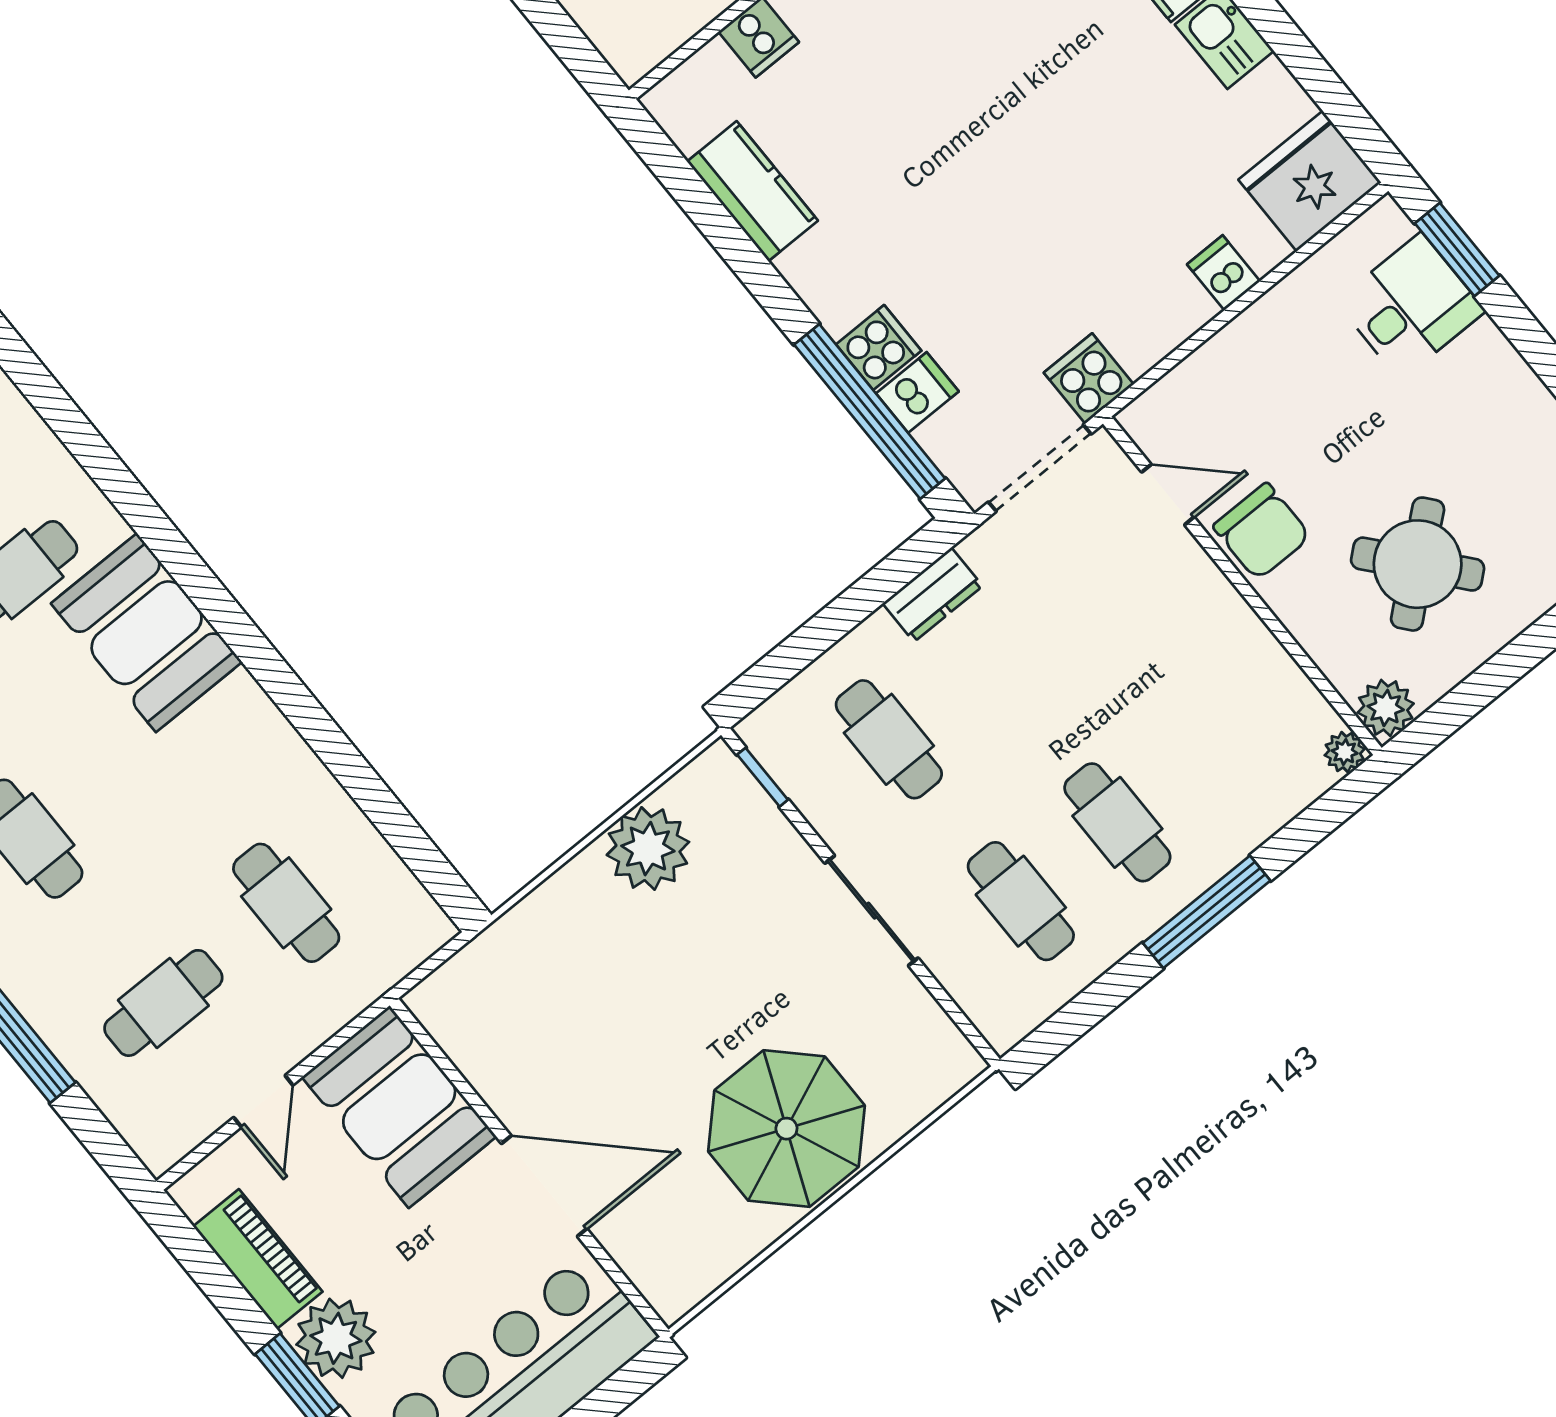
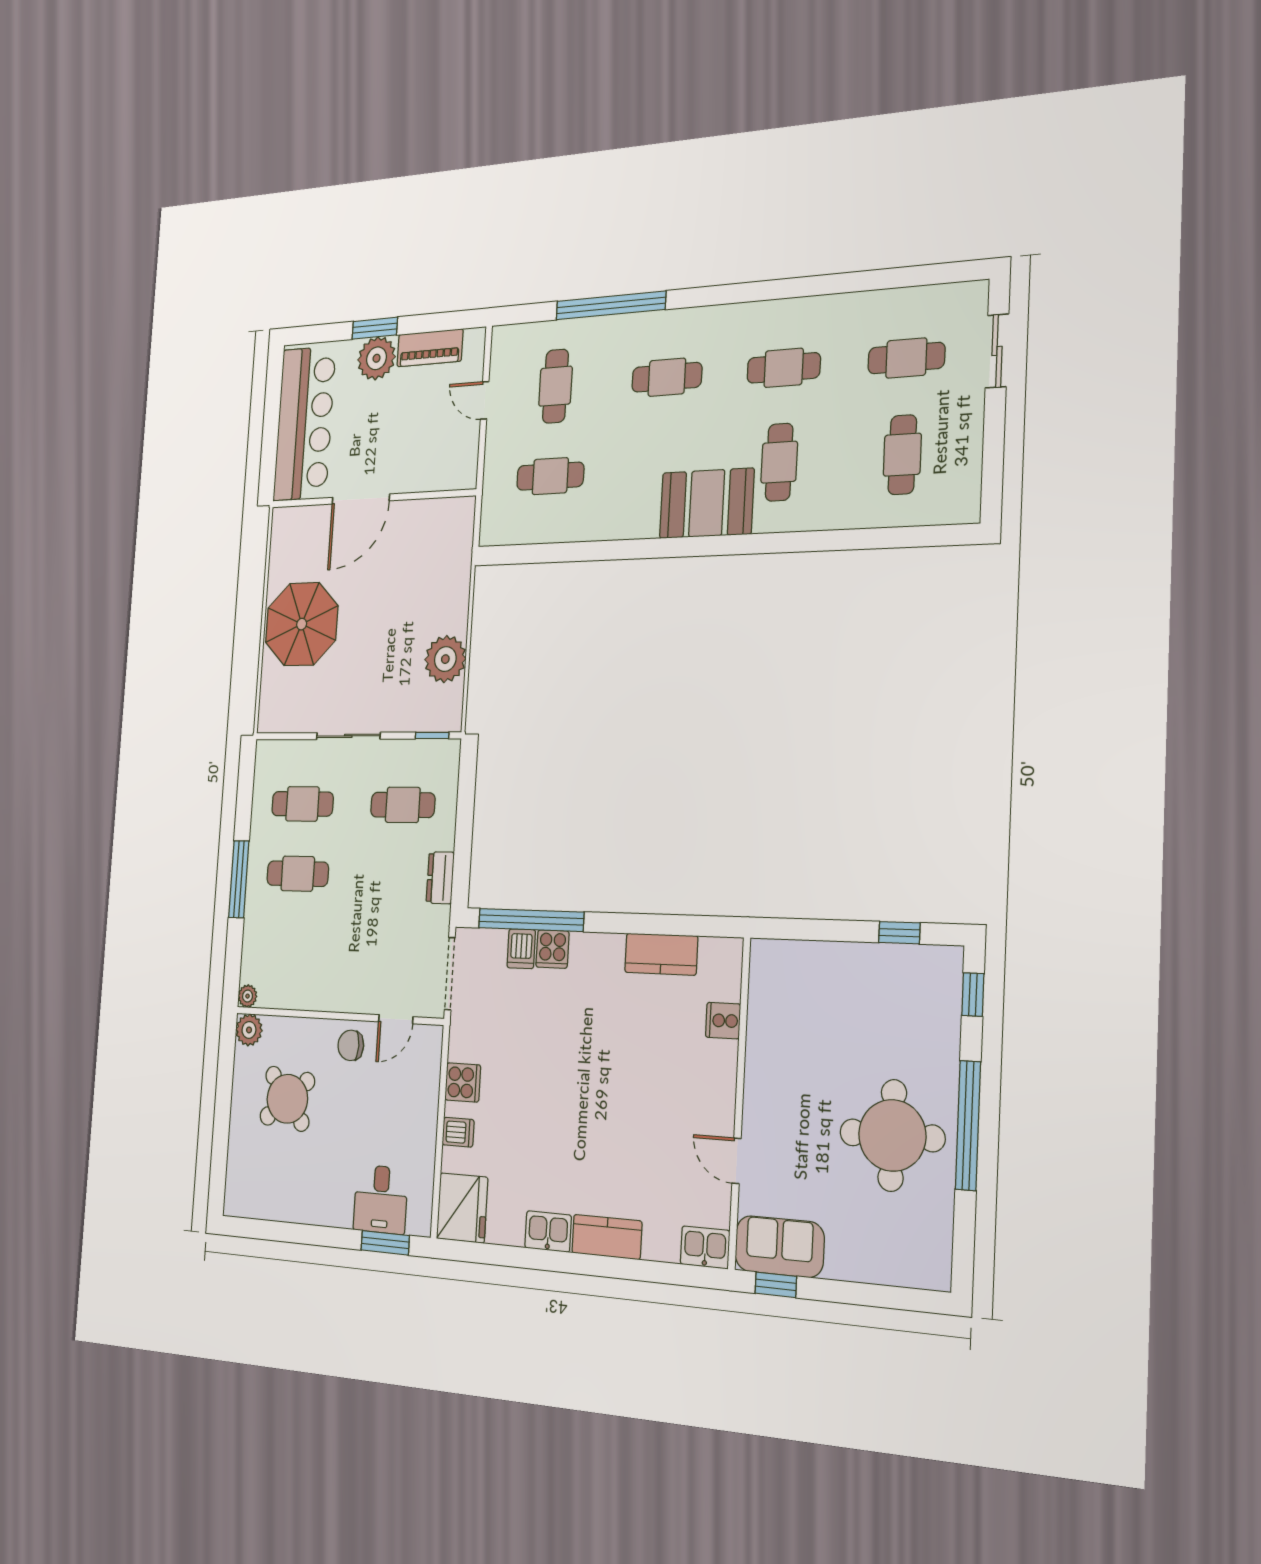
cooker: (1089, 378) -> (463, 1082), moved
chair: (1262, 531) -> (351, 1045), width x0.73, depth x0.73
booth: (399, 1107) -> (437, 460), removed

